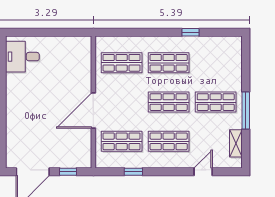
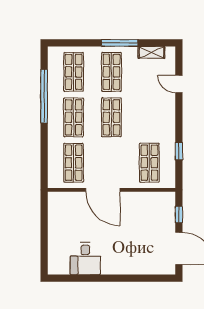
window: (190, 32) -> (44, 96), width x3.17
desk: (22, 57) -> (85, 259), moved
door: (93, 110) -> (103, 190), moved
shop shelf: (169, 141) -> (74, 72), moved

